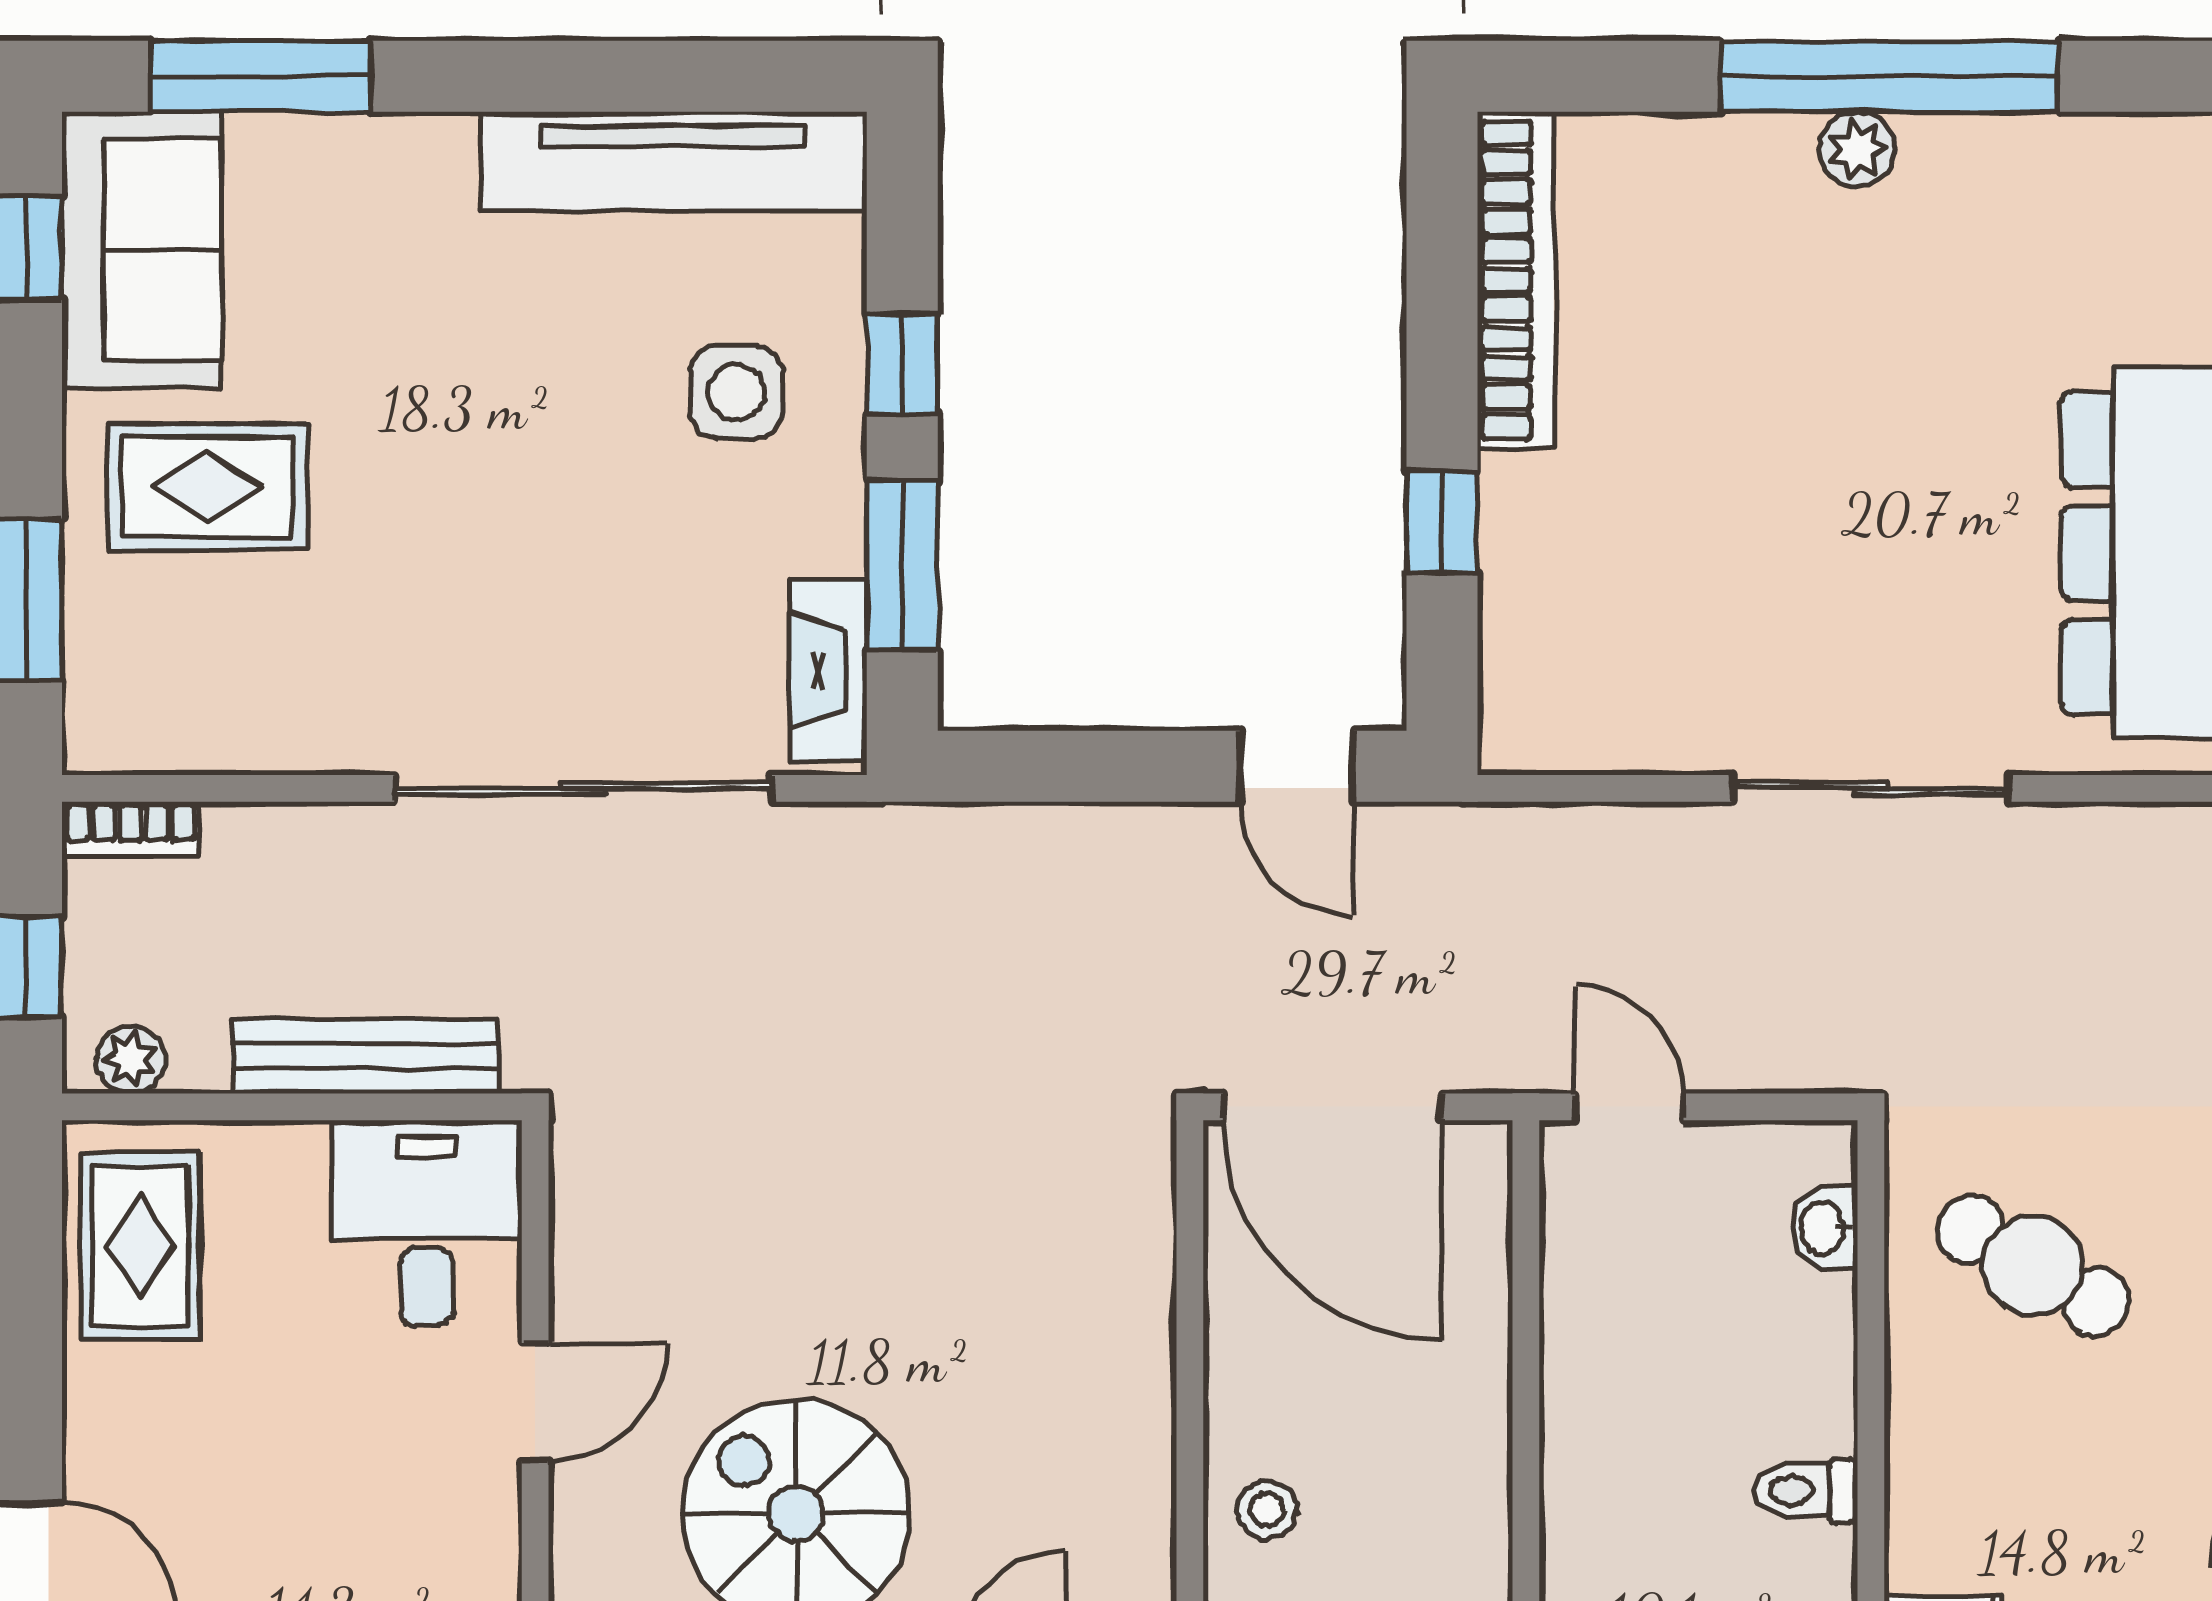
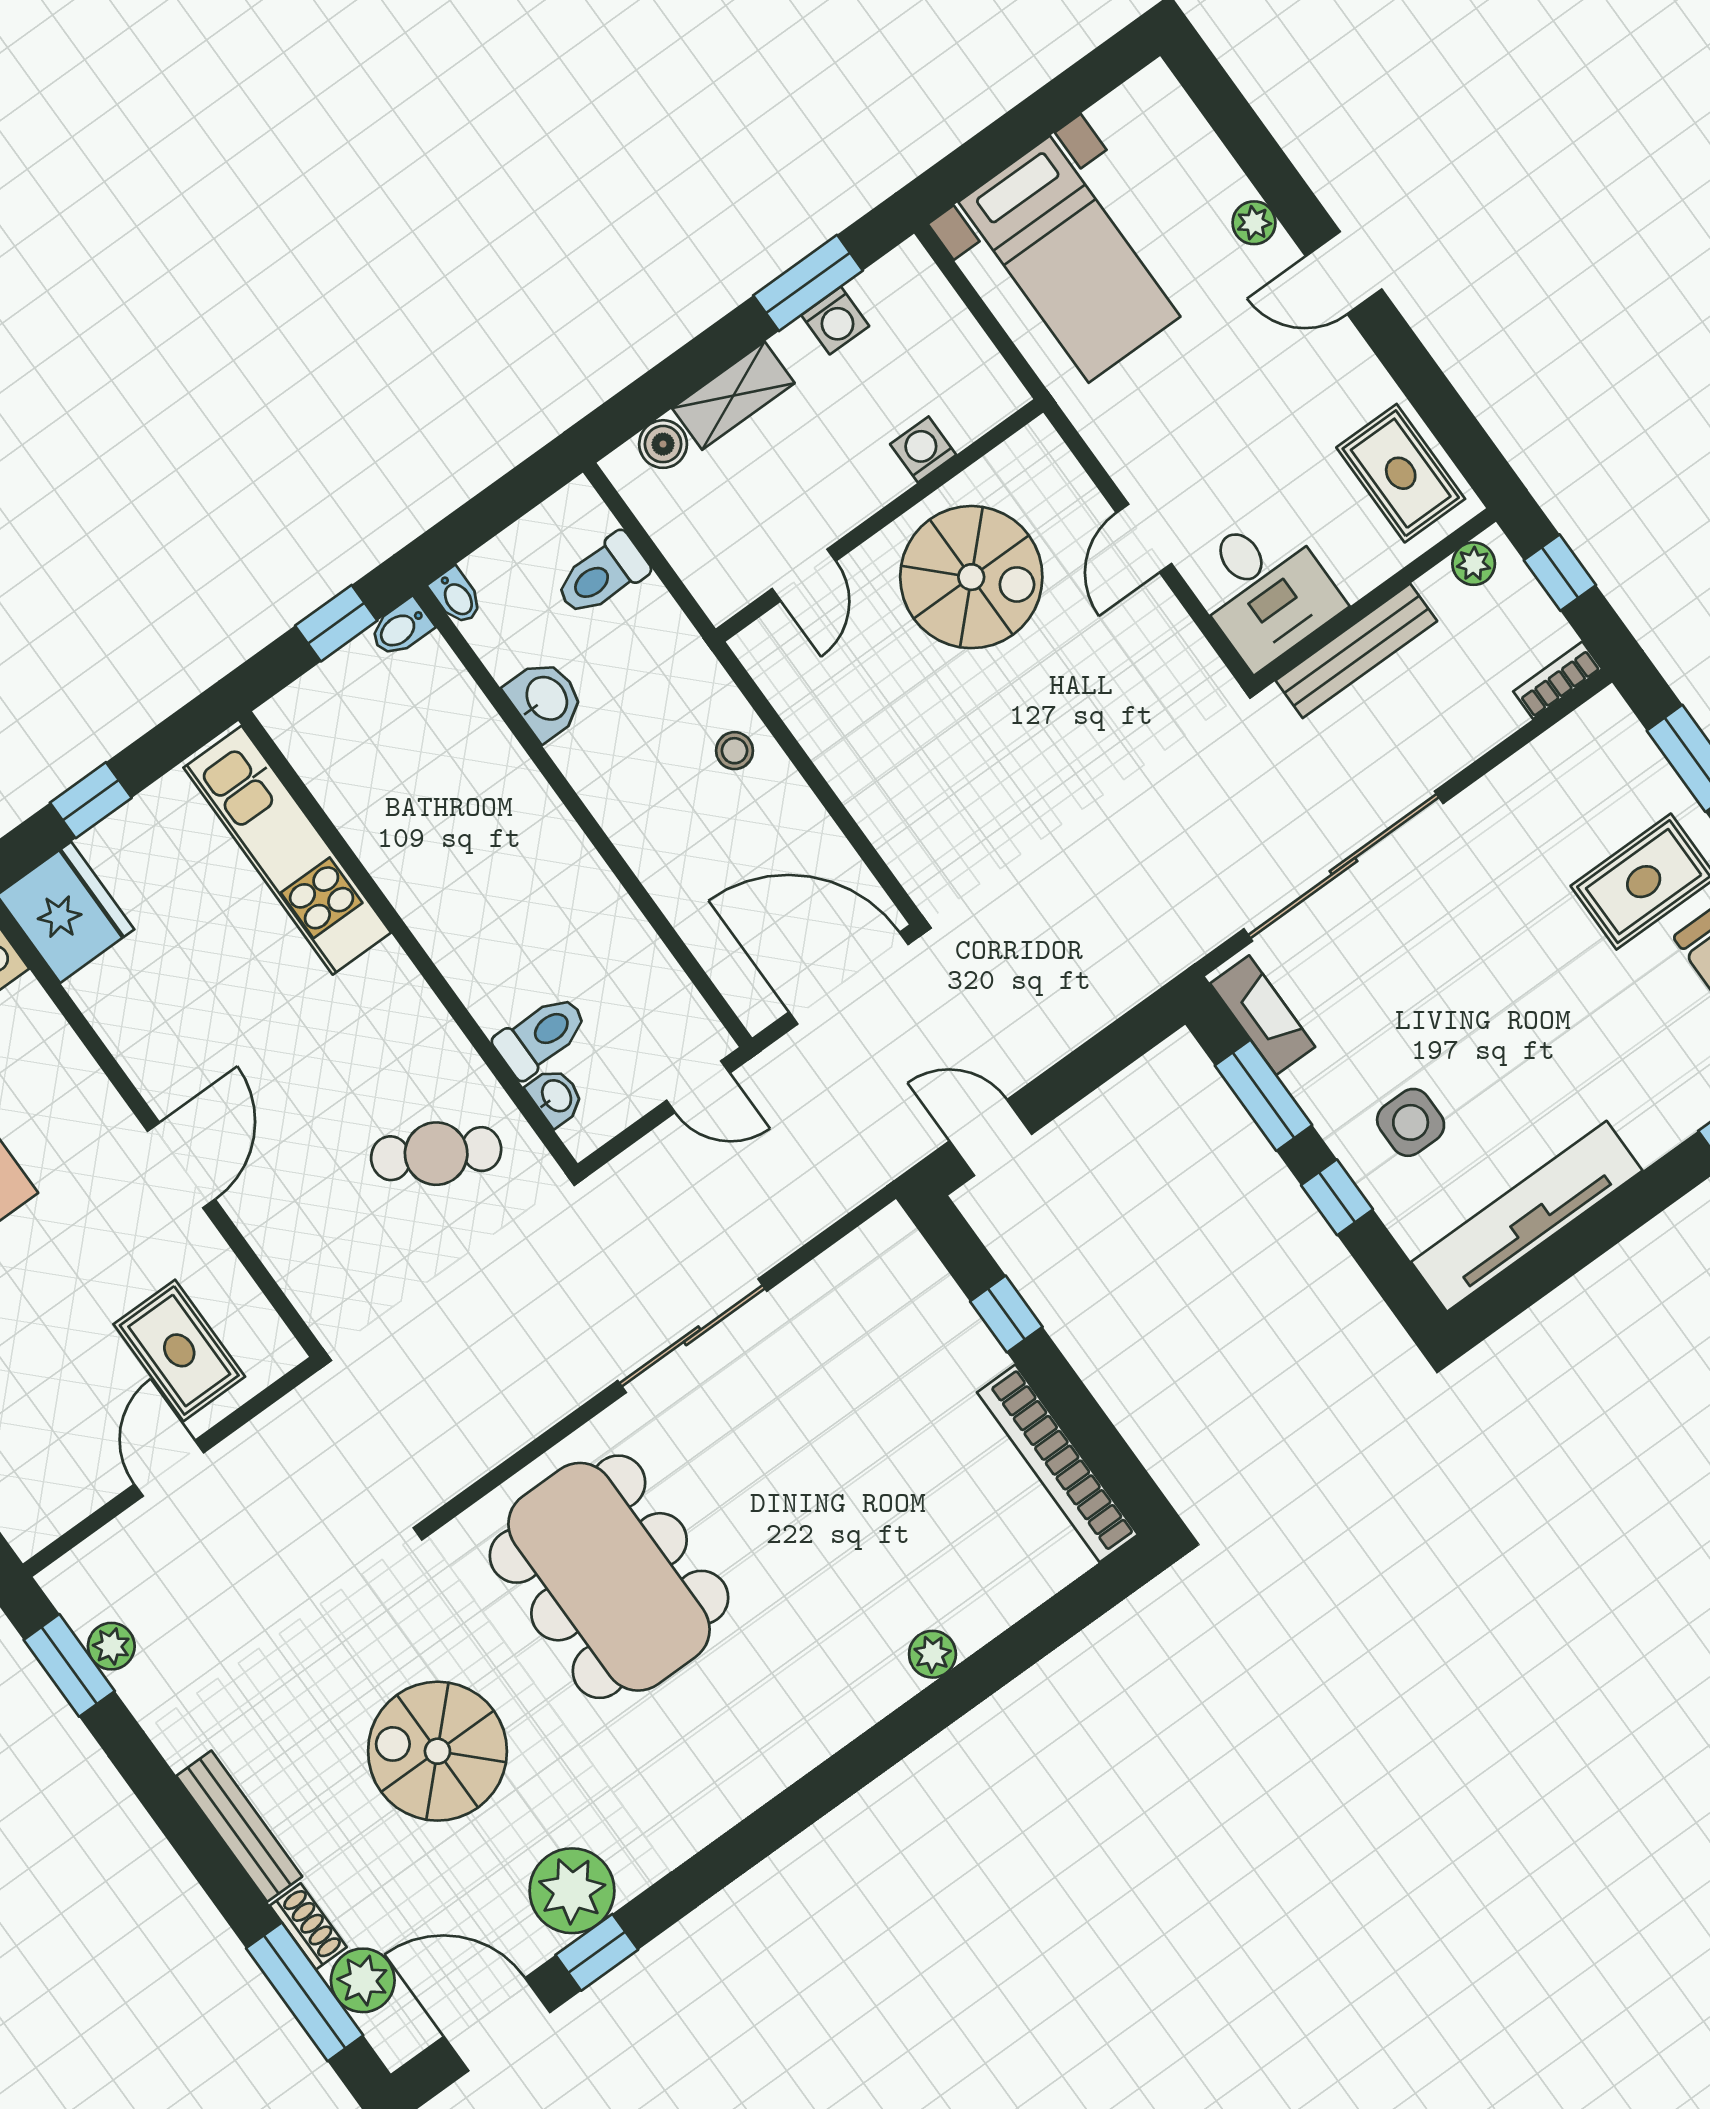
window: (1889, 76) -> (943, 1703), removed
toilet: (1806, 1491) -> (541, 1036), moved, width x1.37, depth x1.39

